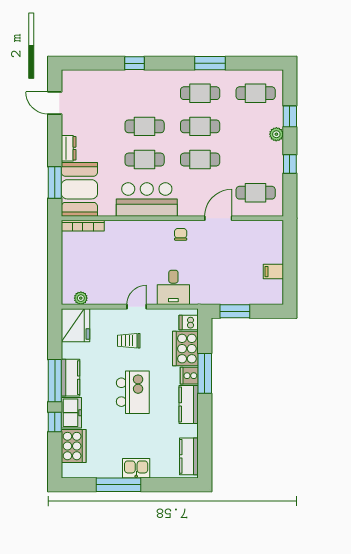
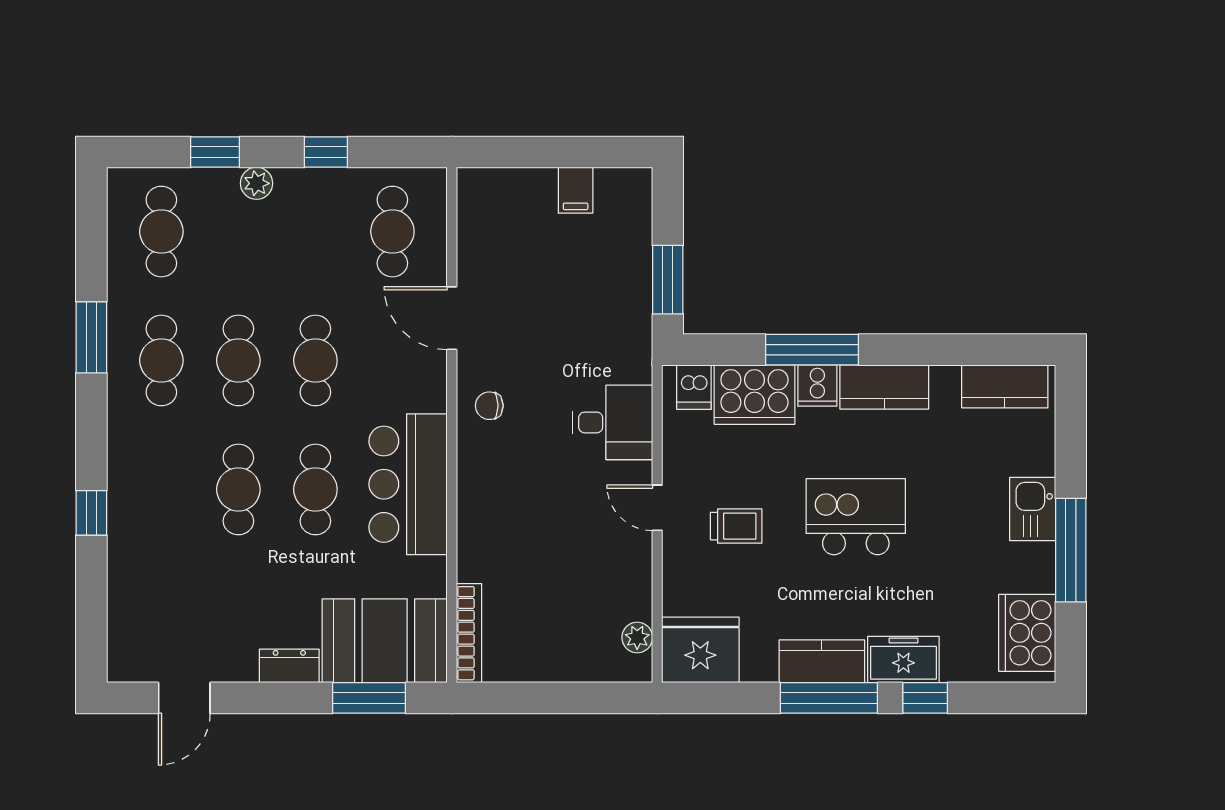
trolley: (129, 341) -> (736, 526), turned -90
cooker: (74, 446) -> (1027, 633), moved, turned -90

